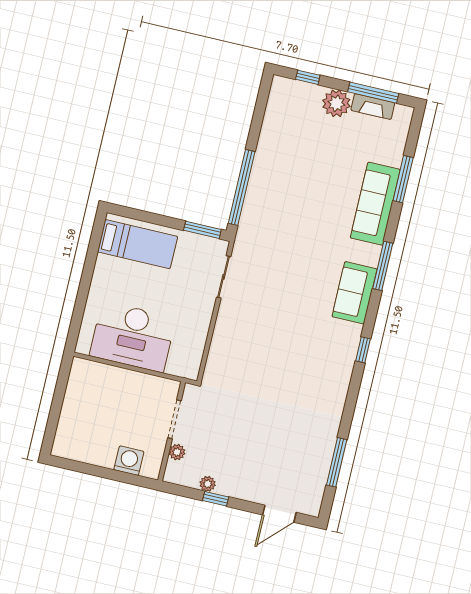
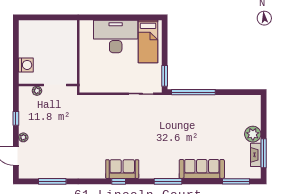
window: (308, 77) -> (264, 115), removed
window: (403, 179) -> (236, 181), moved
sofa: (354, 293) -> (122, 169), moved
desk: (133, 337) -> (116, 36), moved, turned 90
plant: (208, 484) -> (23, 137), moved

